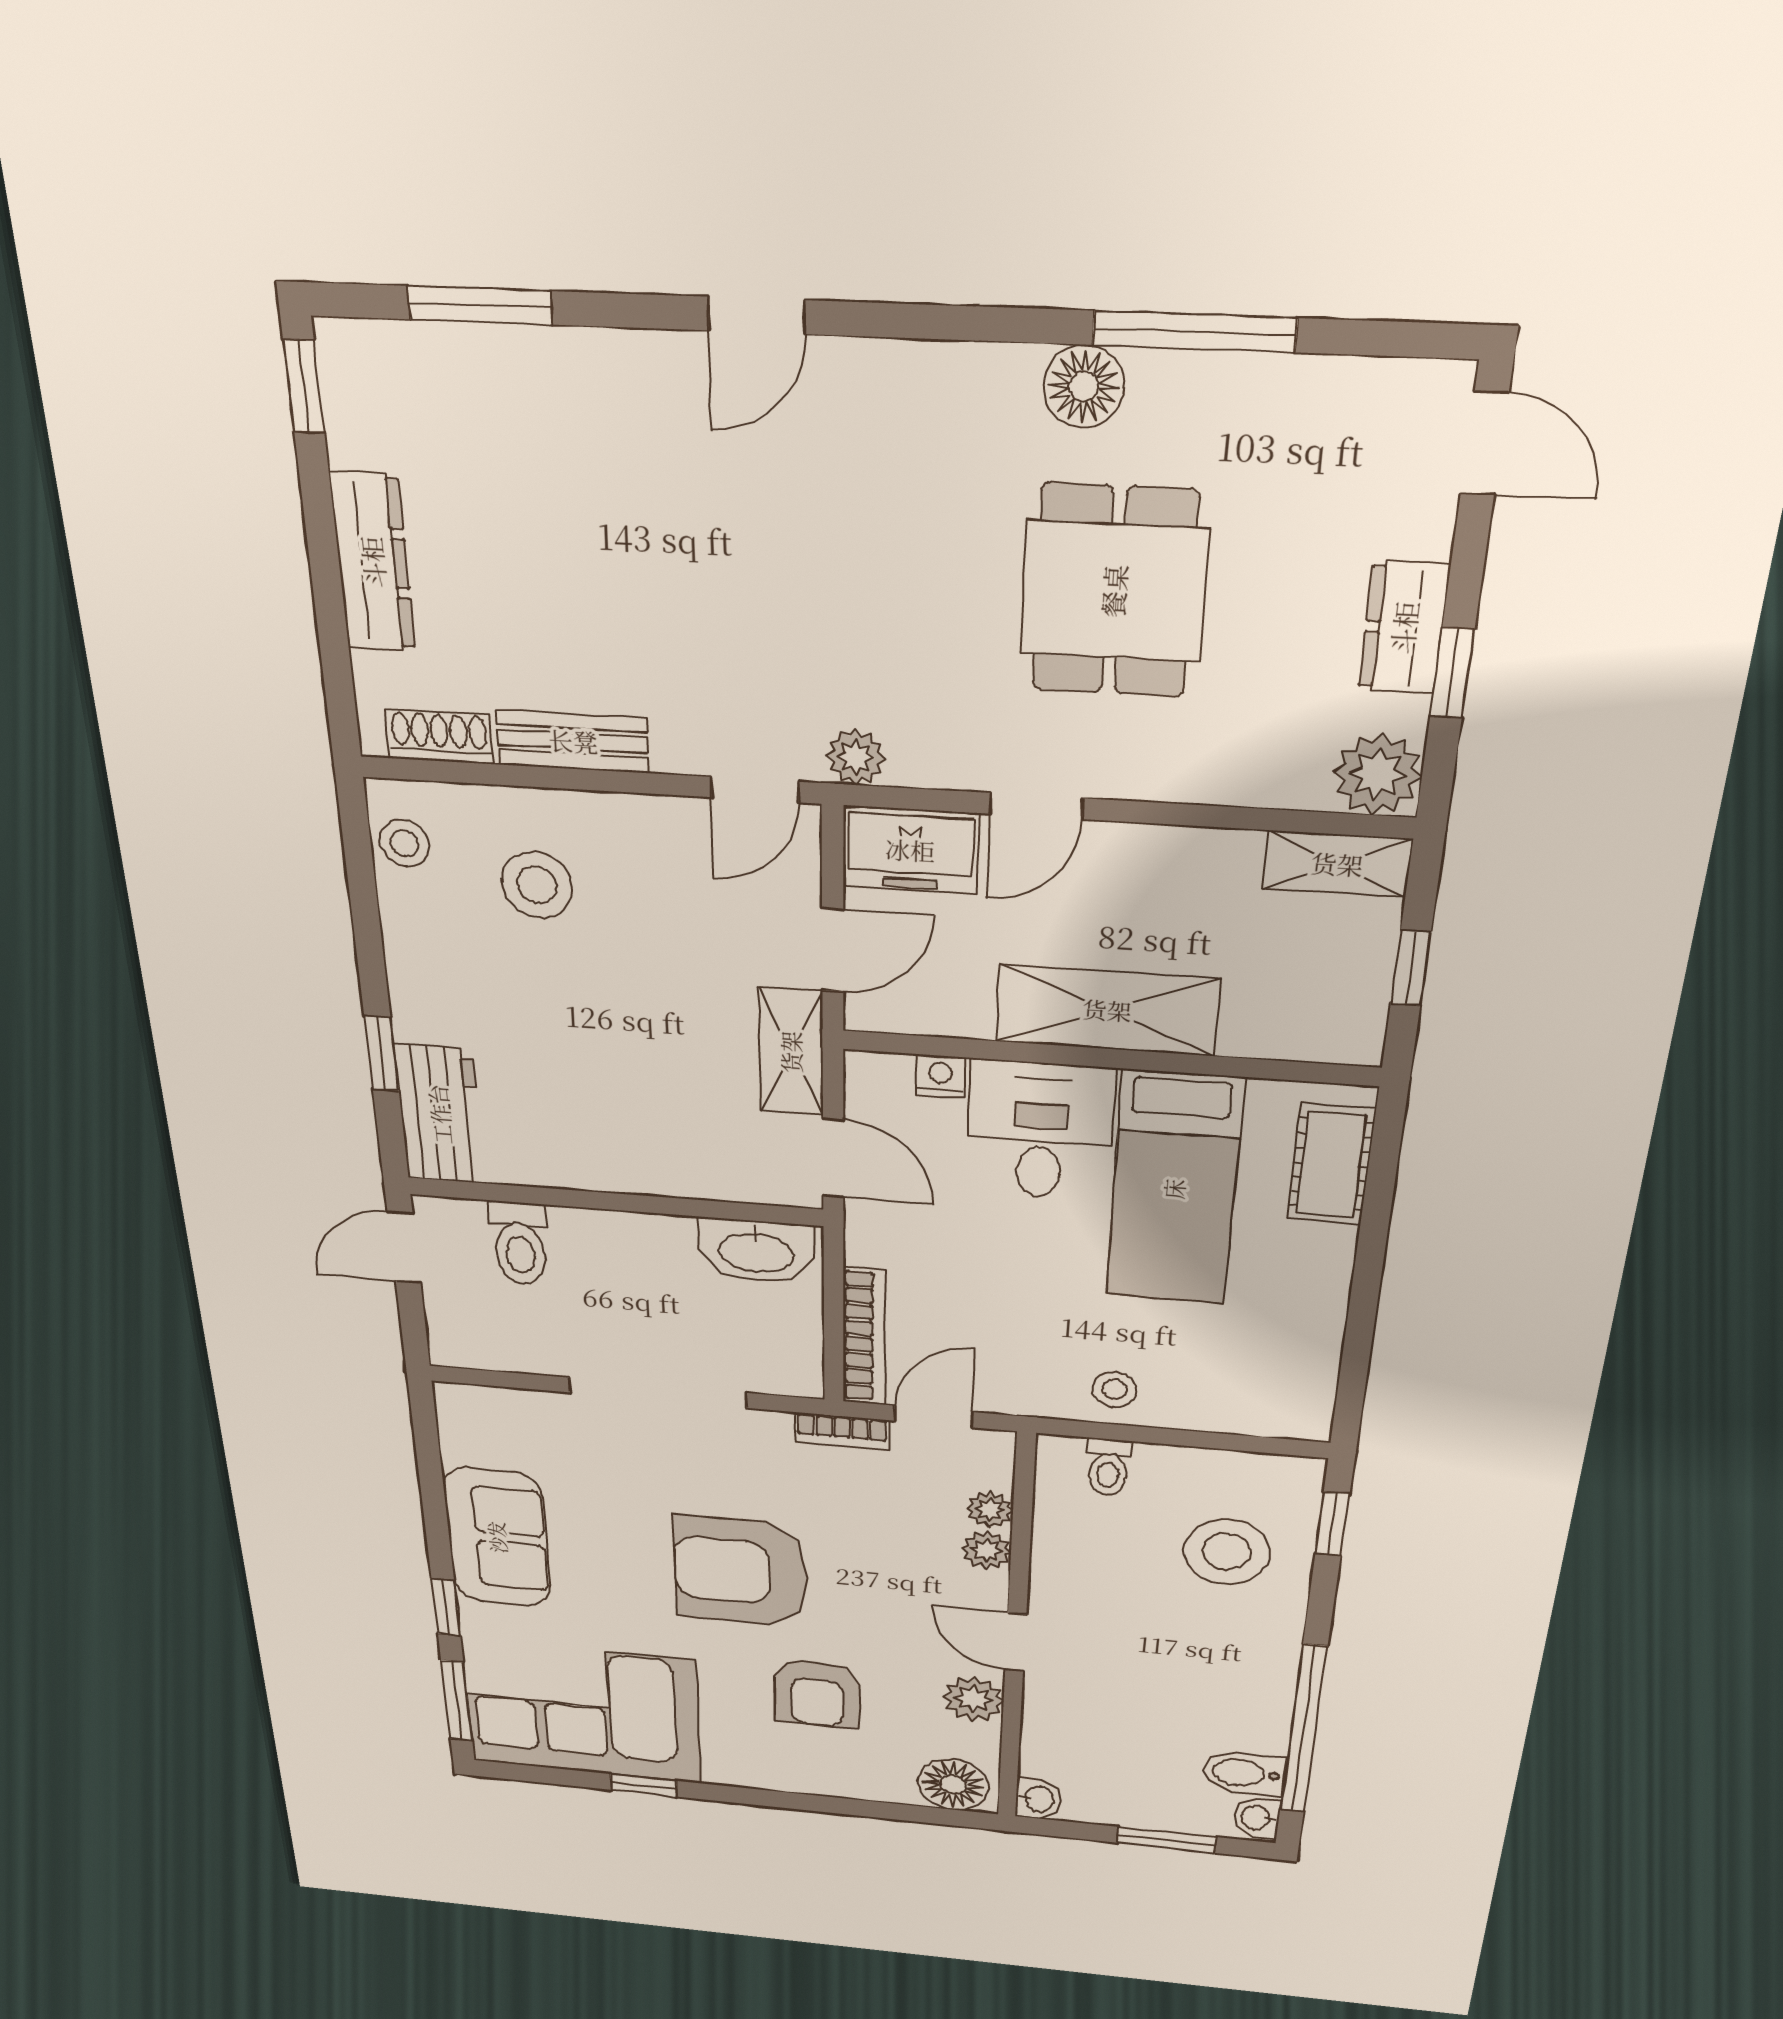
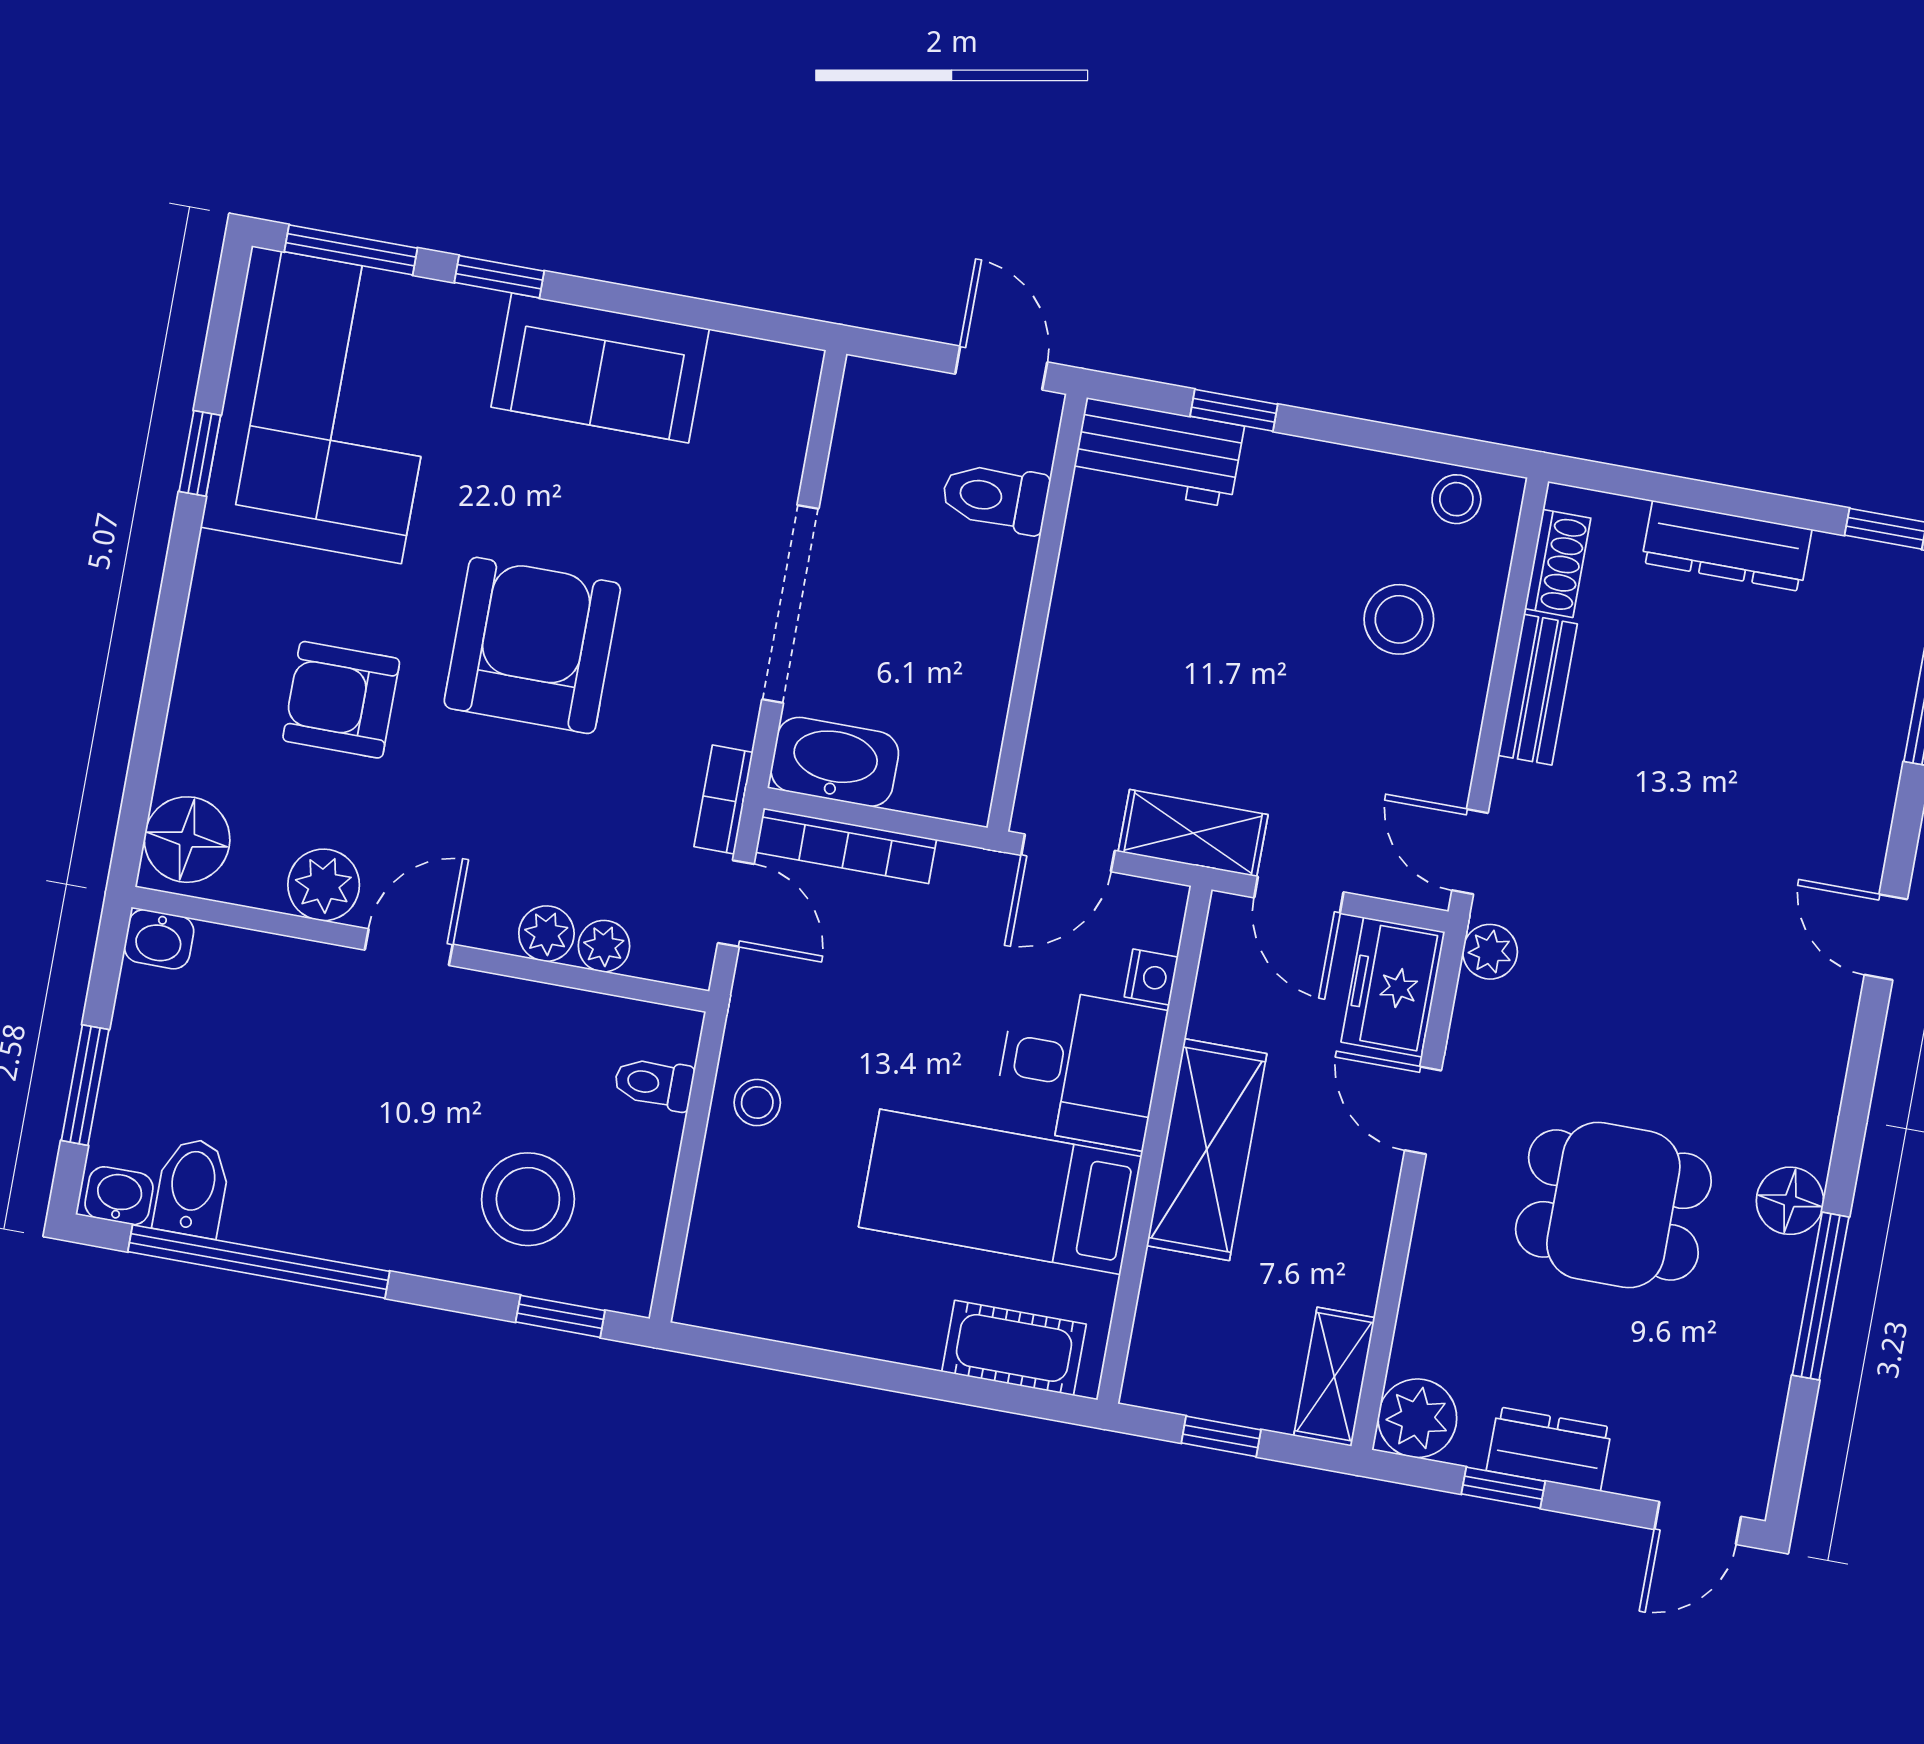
washbasin: (756, 1251) -> (835, 762), moved, turned 90

